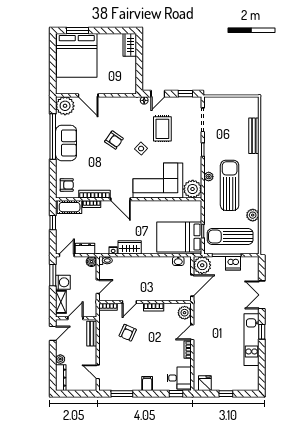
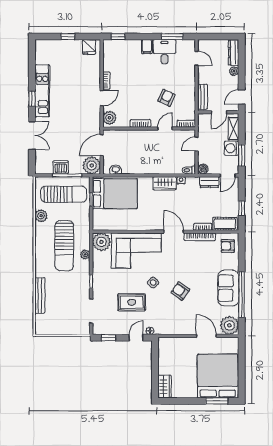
rug: (162, 129) -> (132, 302), turned 90
desk: (179, 378) -> (164, 52), moved, turned 90

